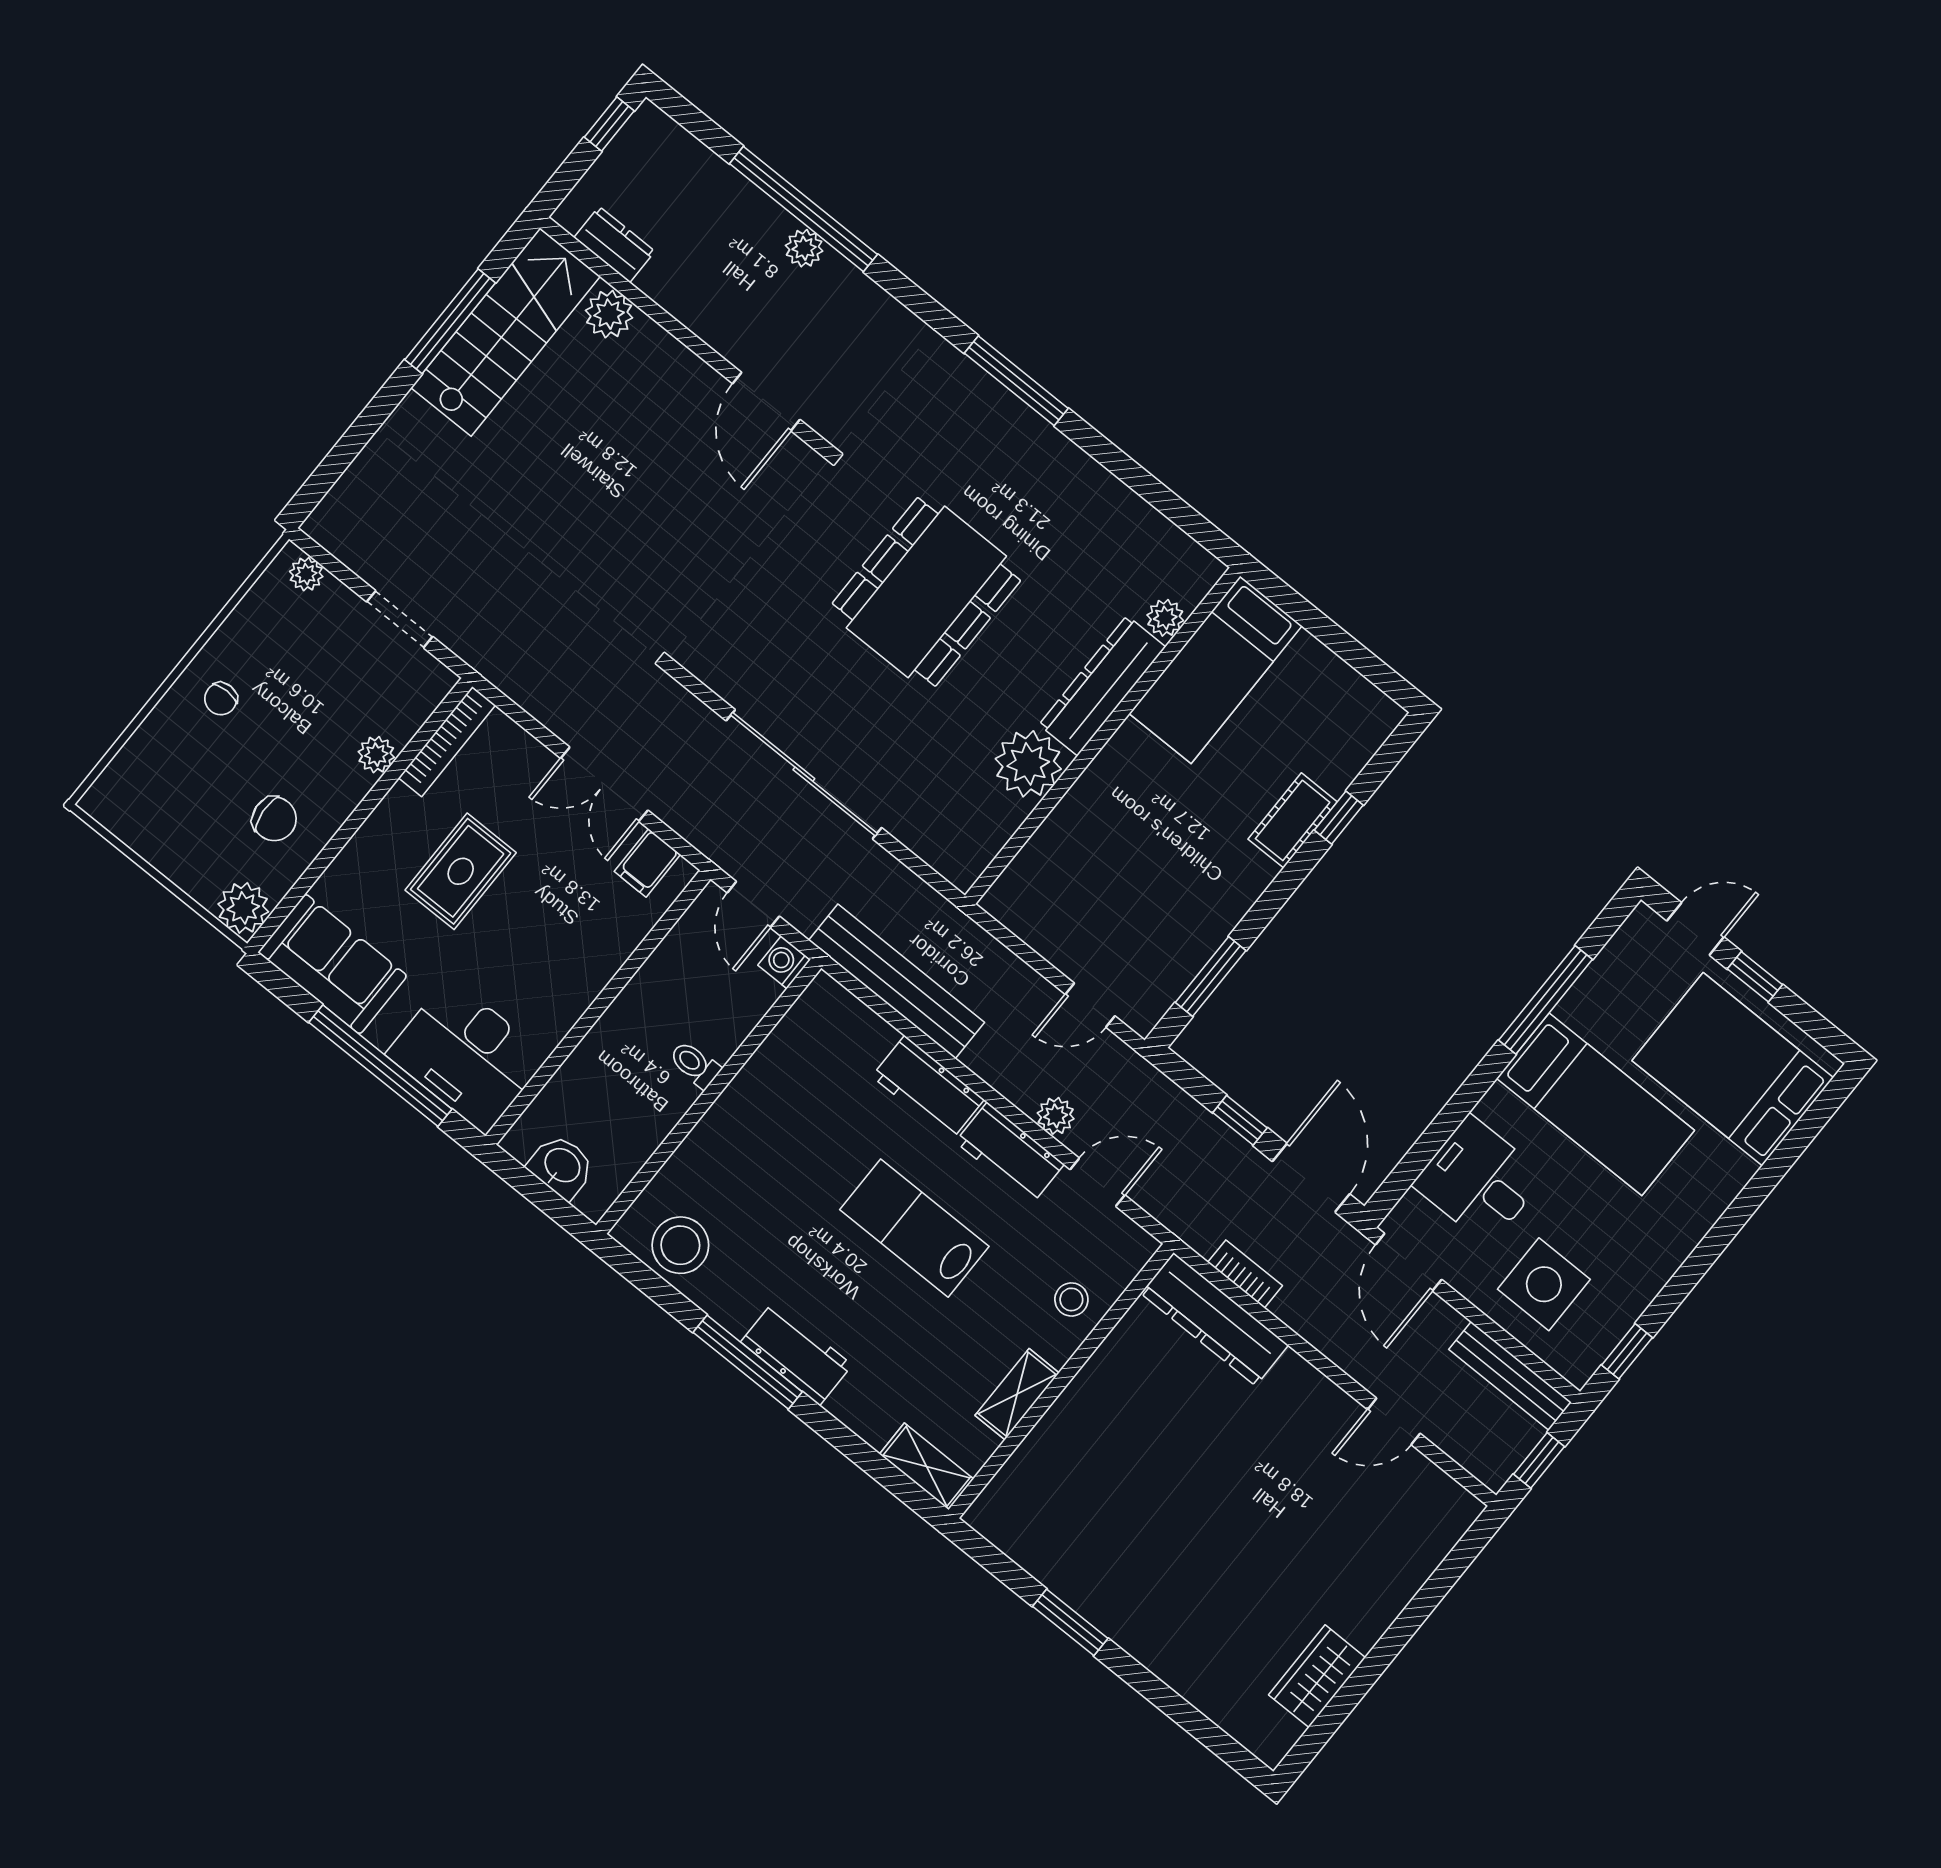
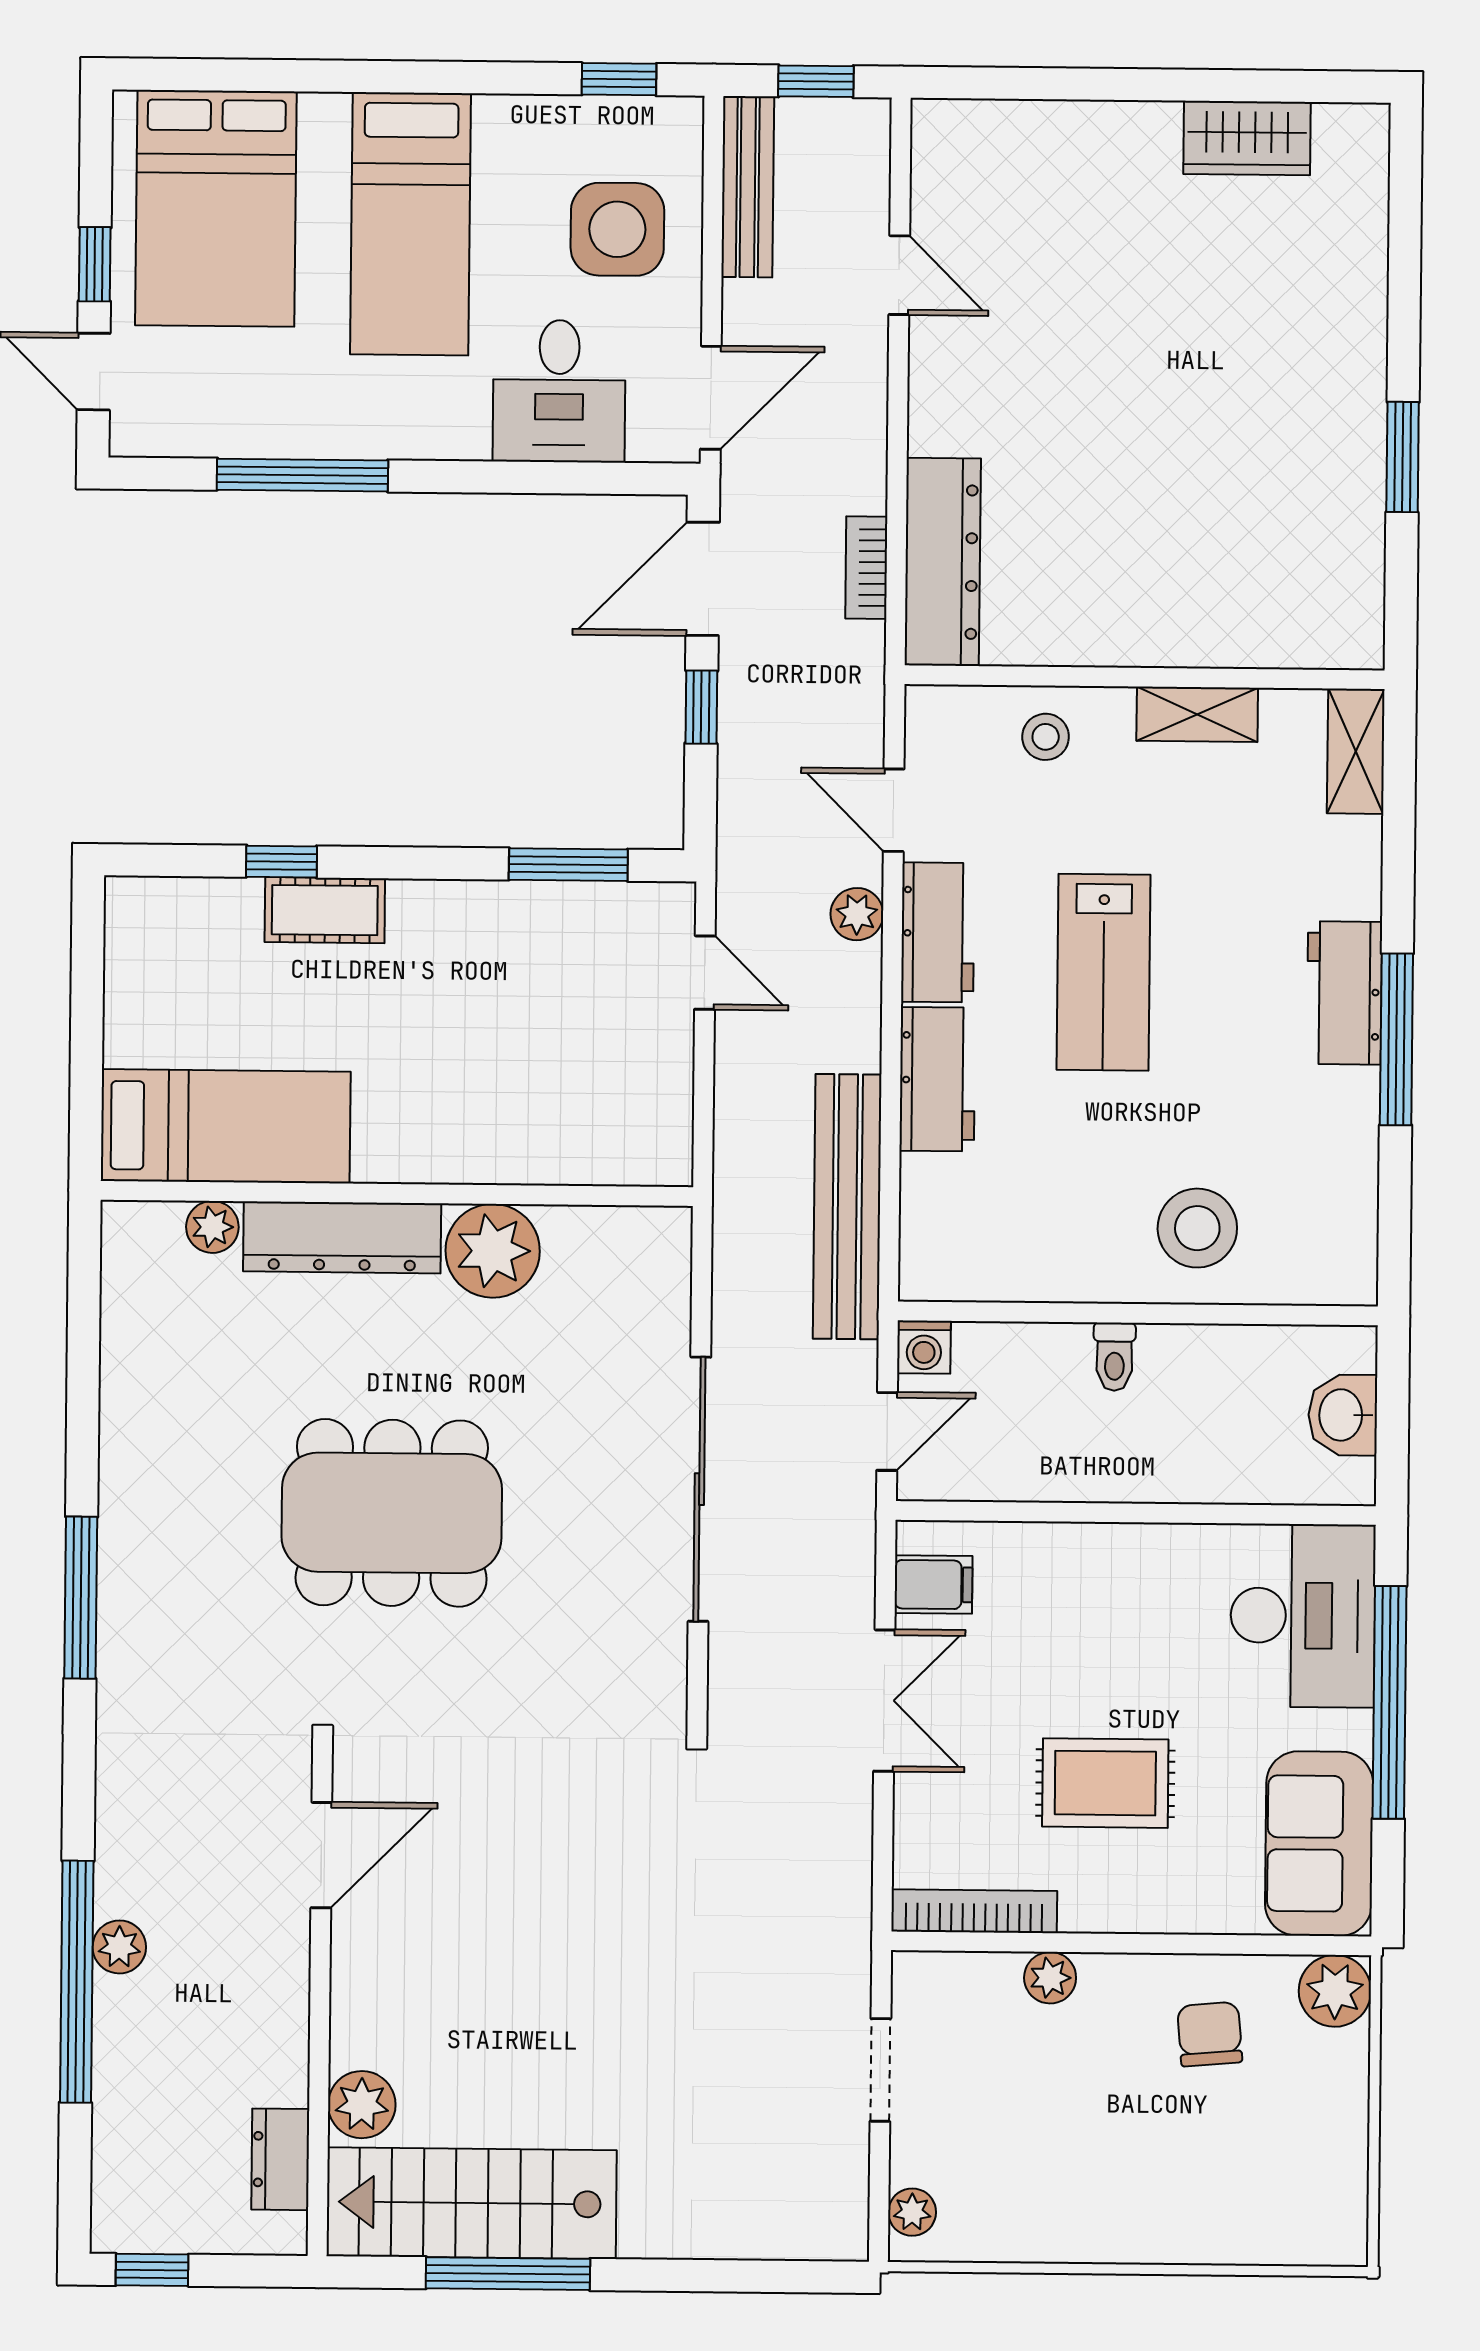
chair: (221, 699) -> (1124, 2198), removed
bed: (1596, 1104) -> (410, 224), moved, turned 180
stool: (680, 1245) -> (1197, 1228), moved

